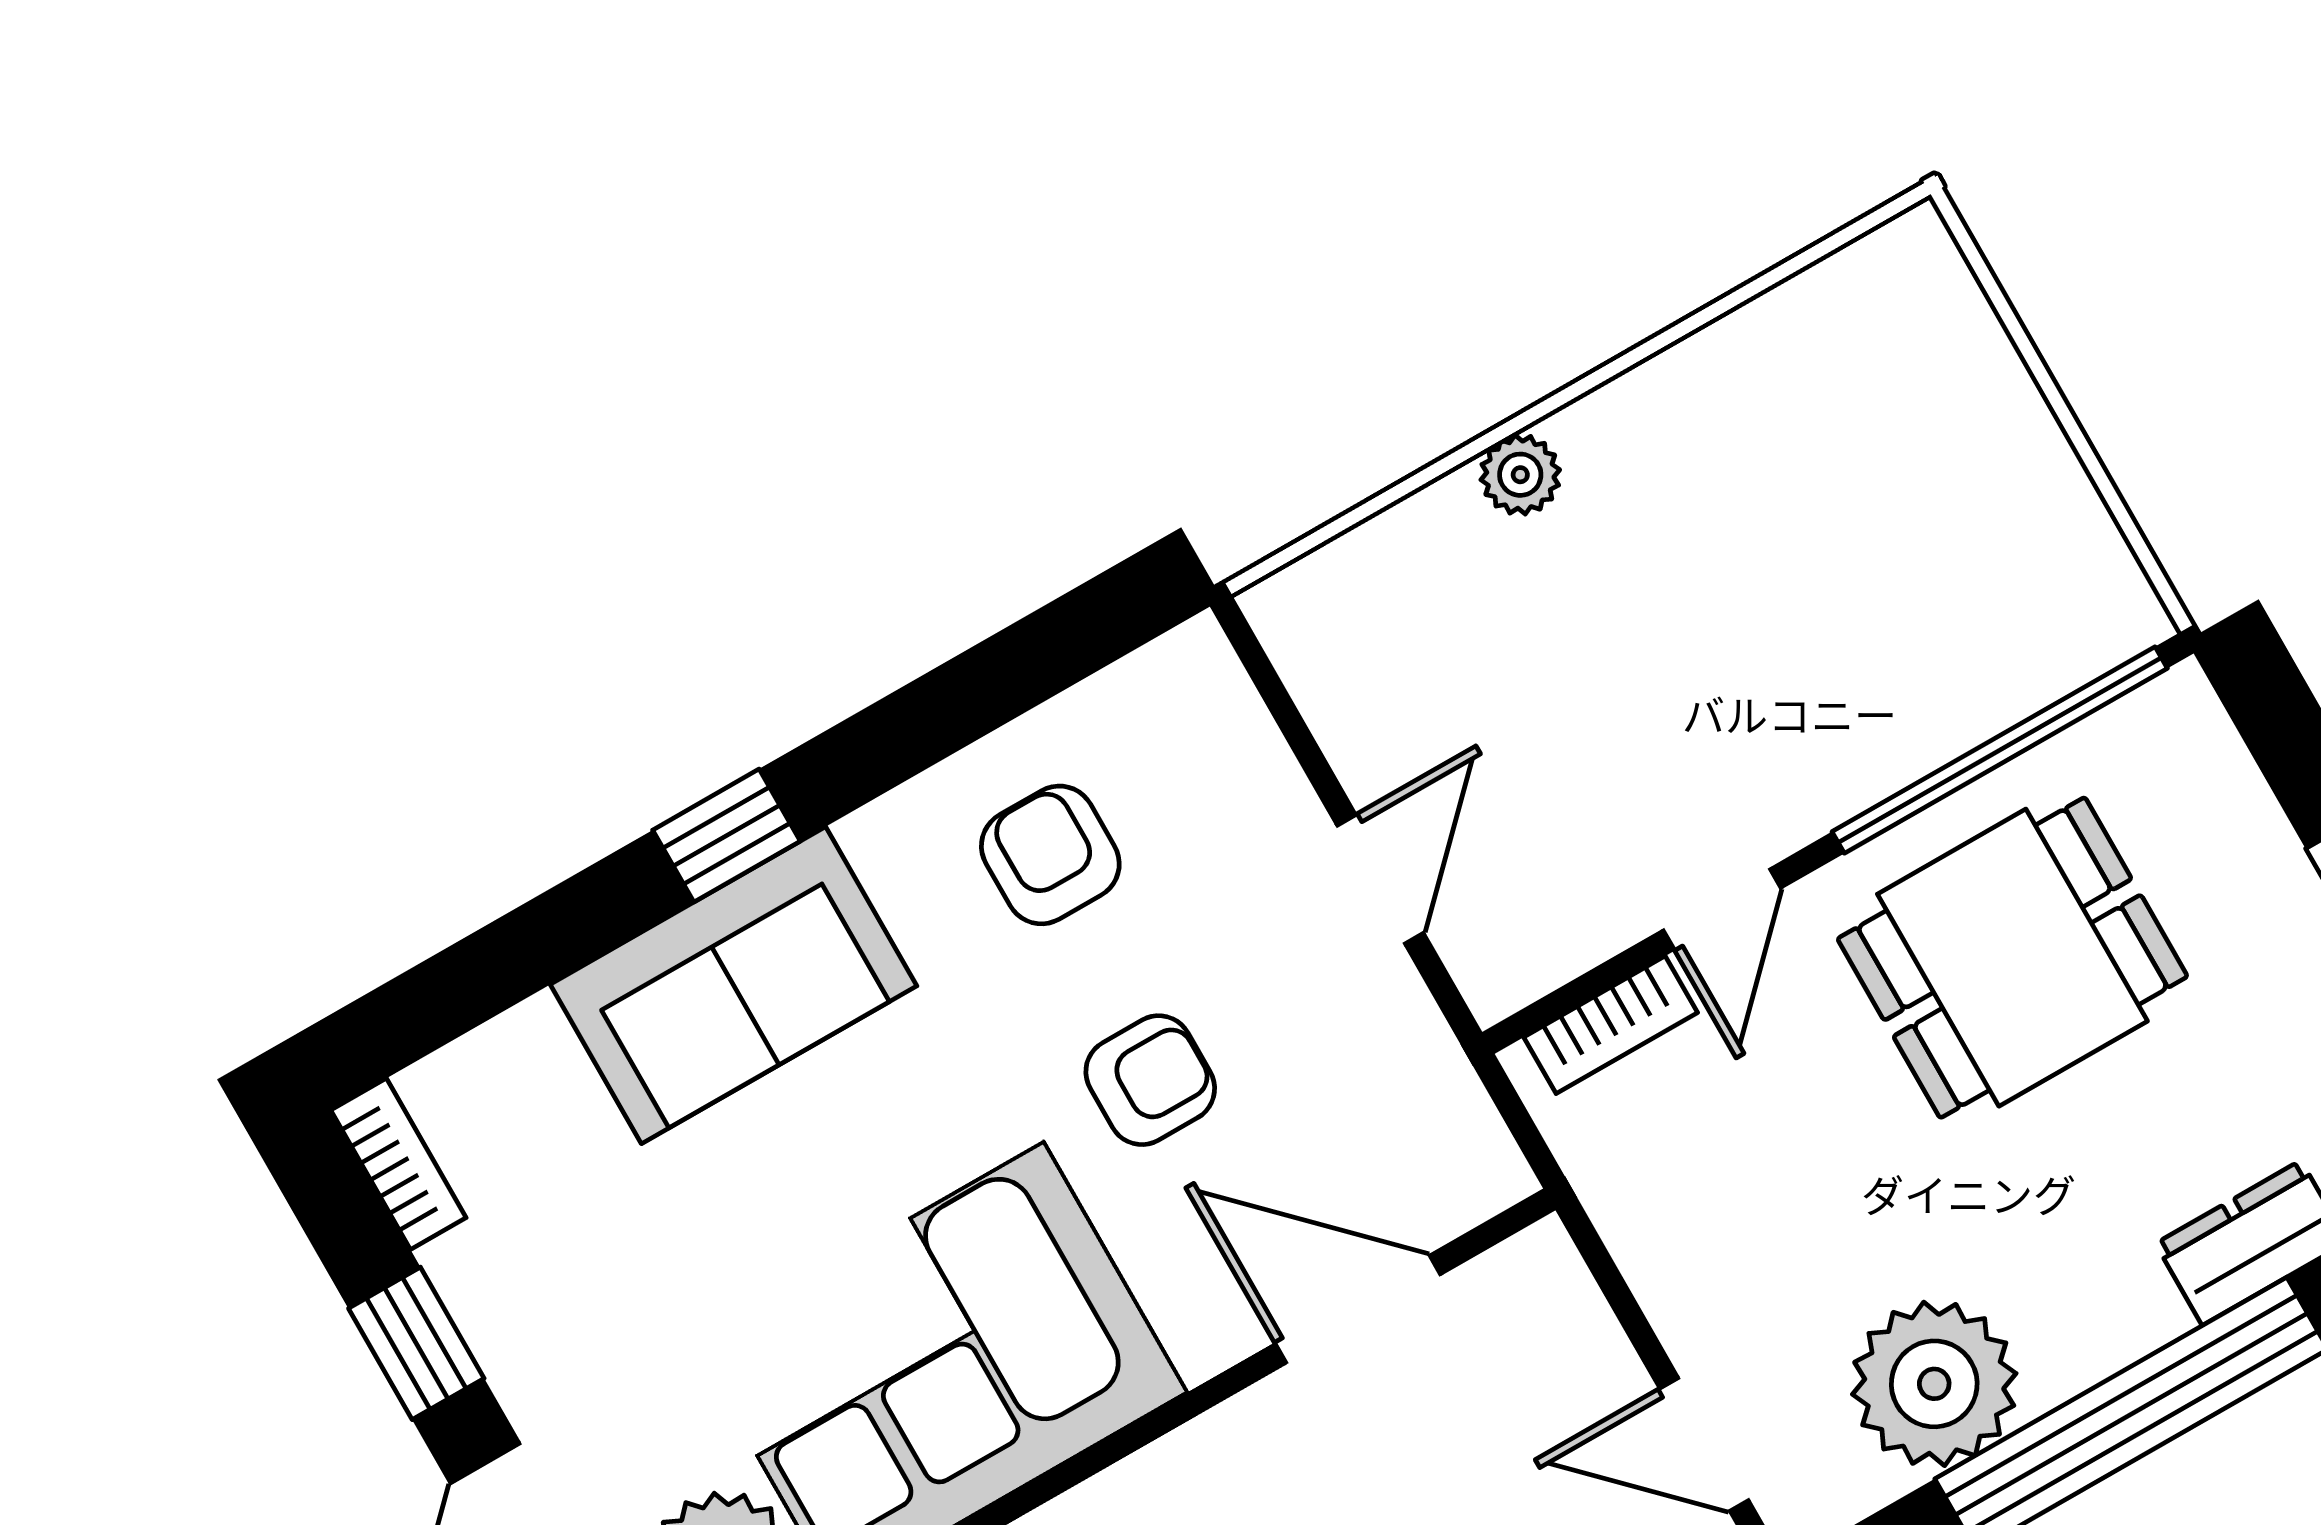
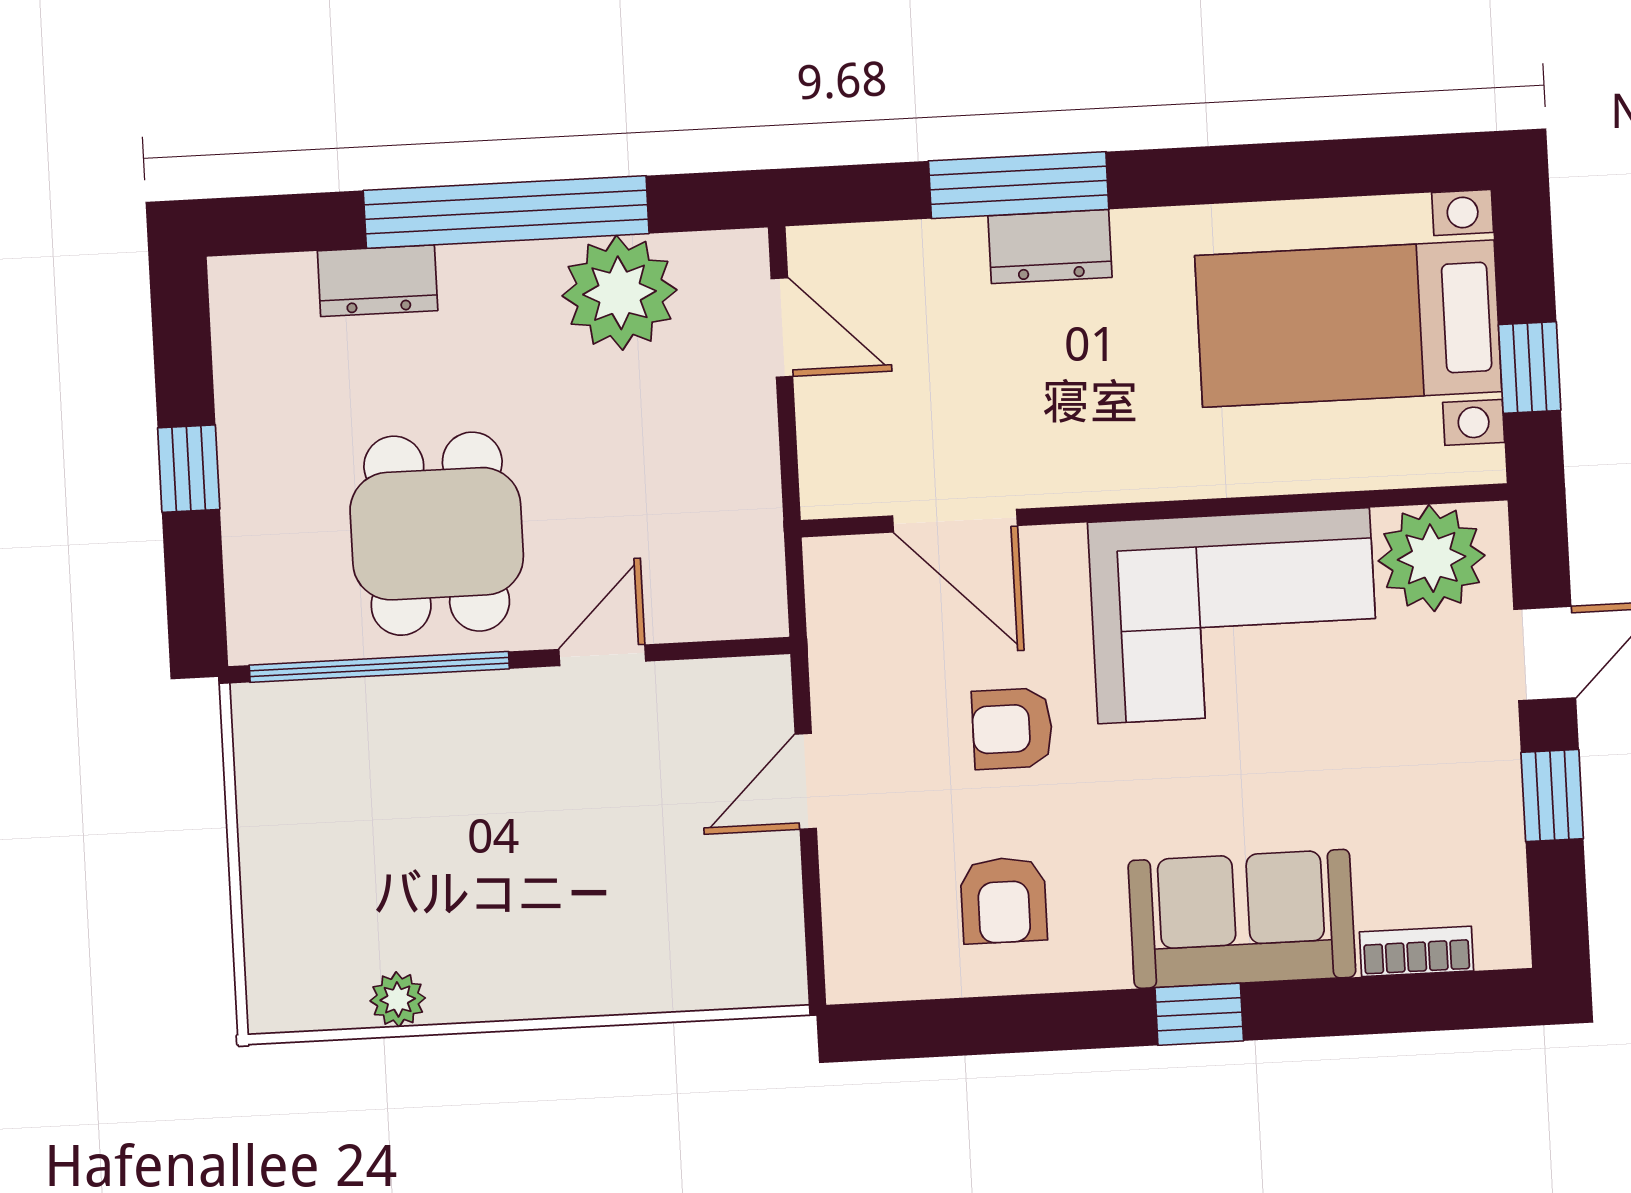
plant: (1520, 475) -> (398, 999), moved
dining table: (2012, 958) -> (437, 534), turned 90
bookcase: (1611, 1025) -> (708, 618), removed
bookcase: (398, 1164) -> (1417, 951), moved, turned 90

